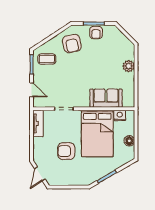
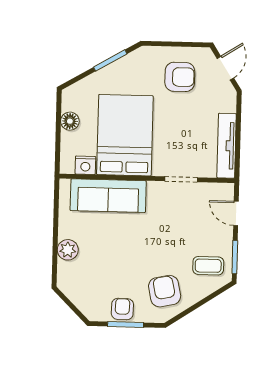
sofa: (106, 98) -> (108, 196), width x1.36
tv unit: (38, 123) -> (227, 146), width x1.41
armchair: (66, 151) -> (180, 77), moved

